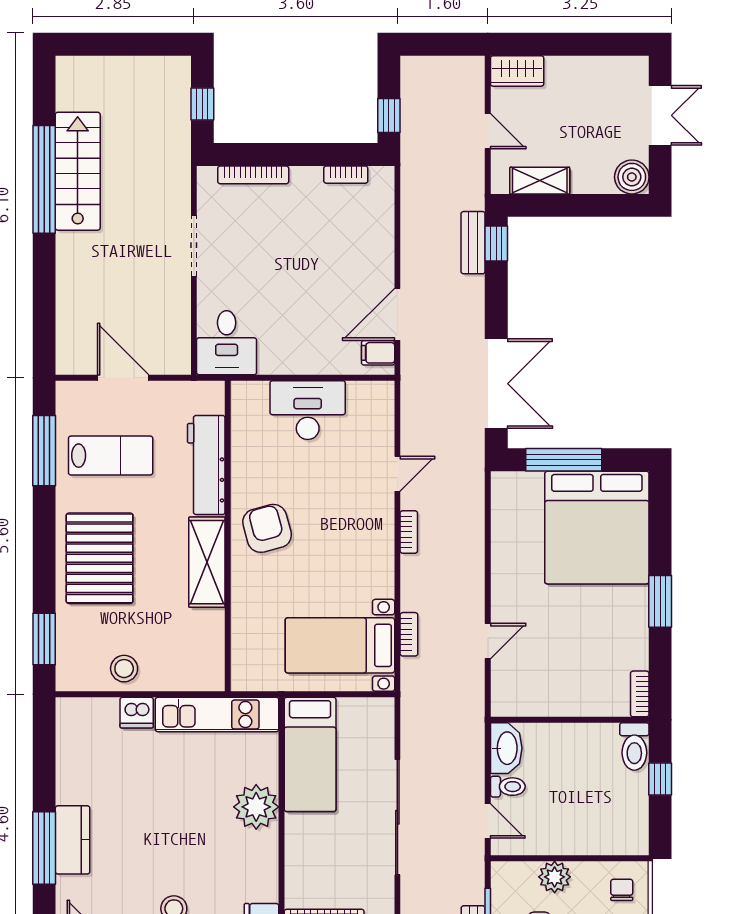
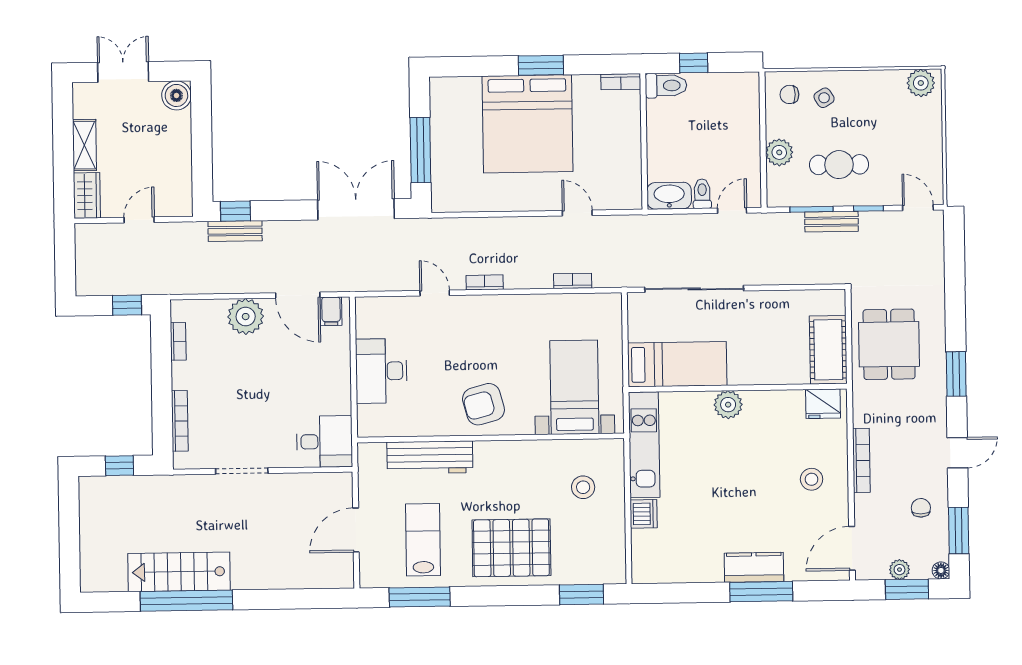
shelving: (540, 181) -> (84, 145), moved
plant: (373, 253) -> (246, 317), added
bed: (597, 528) -> (527, 124), moved, turned 90
shelving: (207, 562) -> (513, 456), removed
bed with nightstands: (340, 645) -> (574, 387), moved, turned 180
stool: (124, 669) -> (583, 487), moved
plant: (256, 807) -> (728, 405), width x0.73, depth x0.73
sliding door: (397, 817) -> (694, 289), moved

